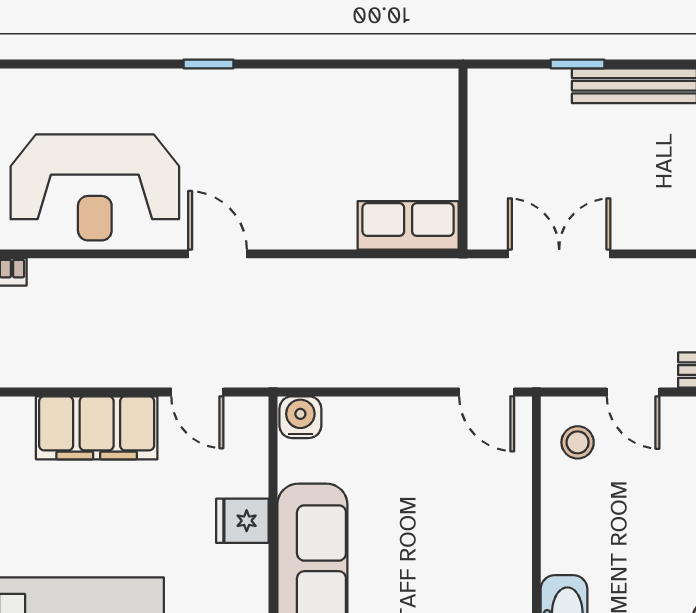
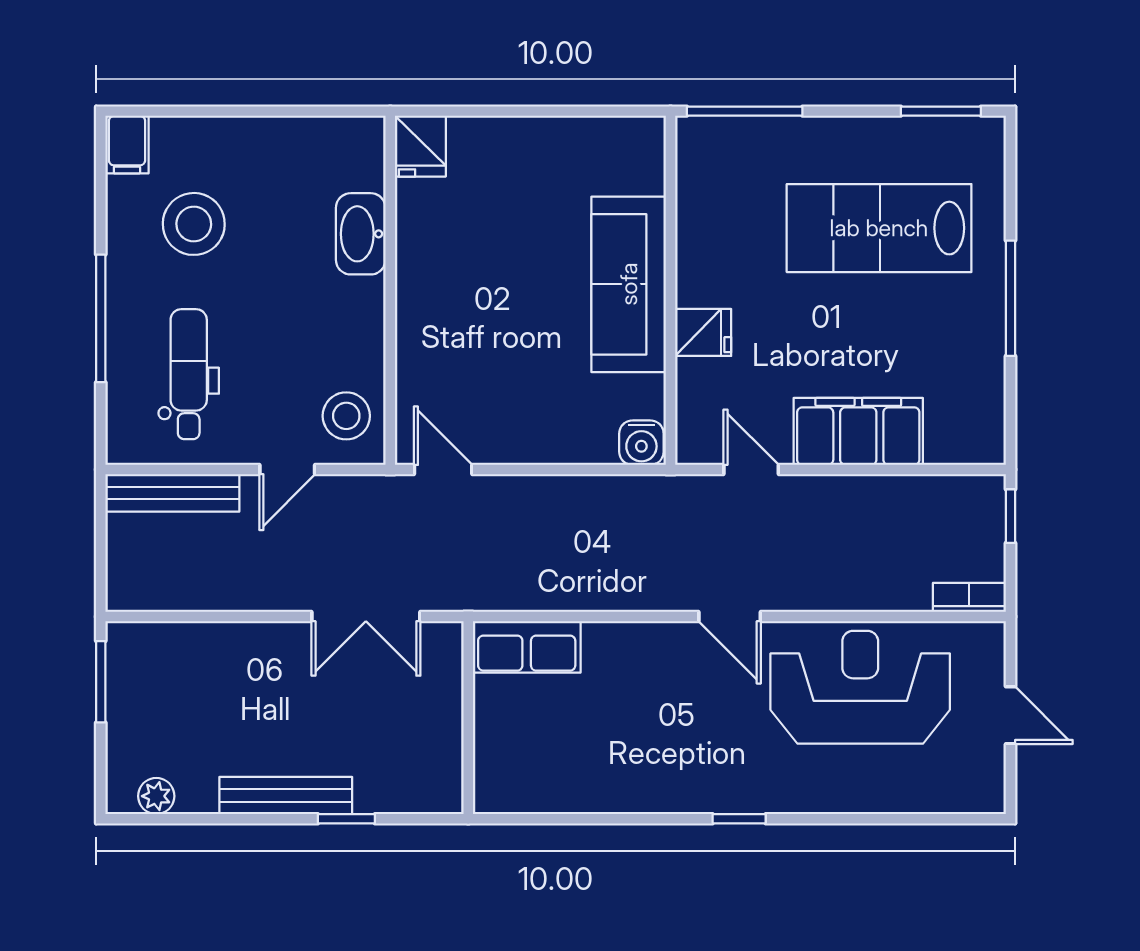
door: (633, 392) -> (287, 470), swing flipped
stool: (578, 442) -> (346, 416), width x1.37, depth x1.37

